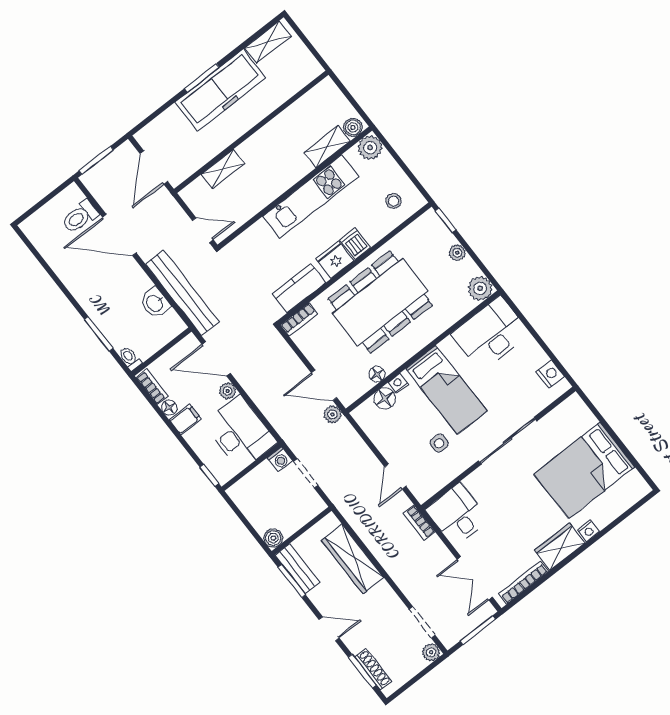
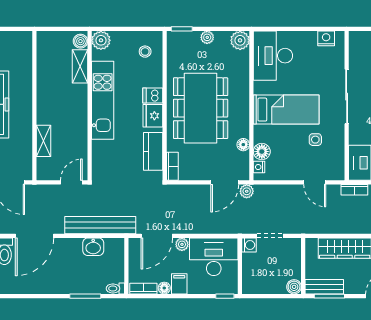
nightstand: (398, 383) -> (259, 167), moved

